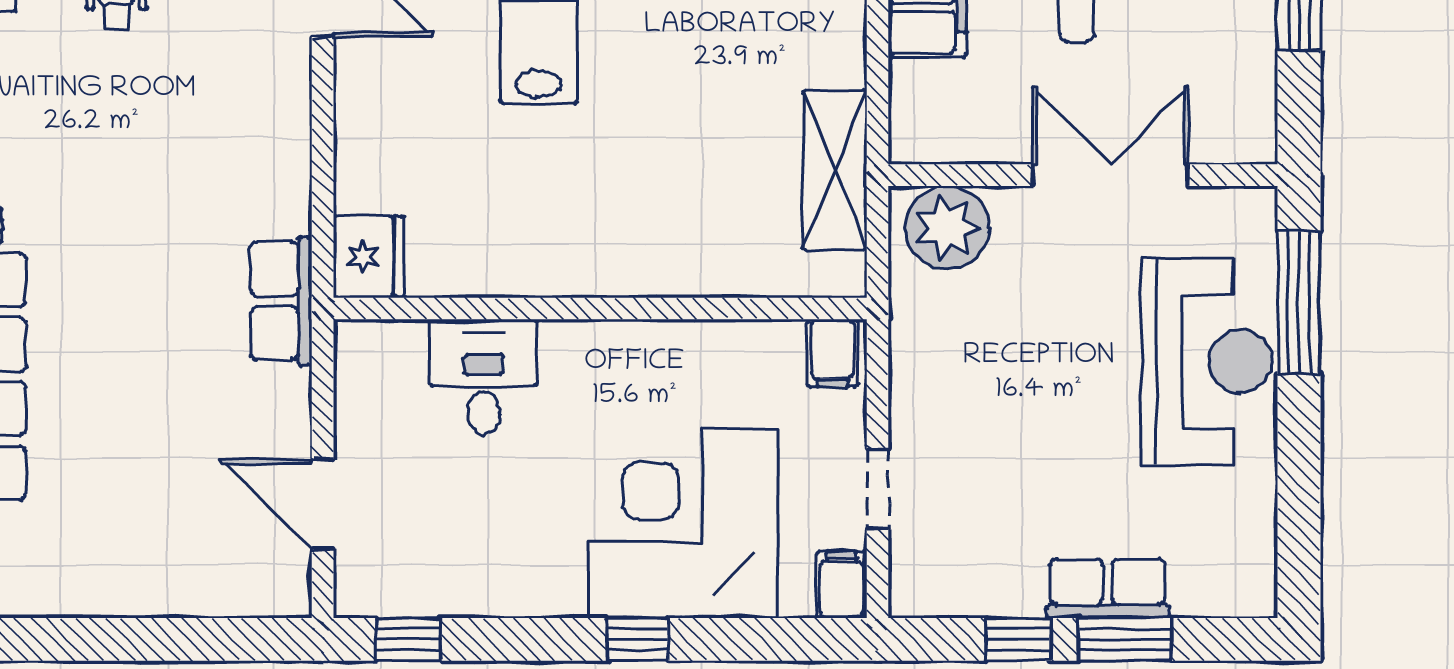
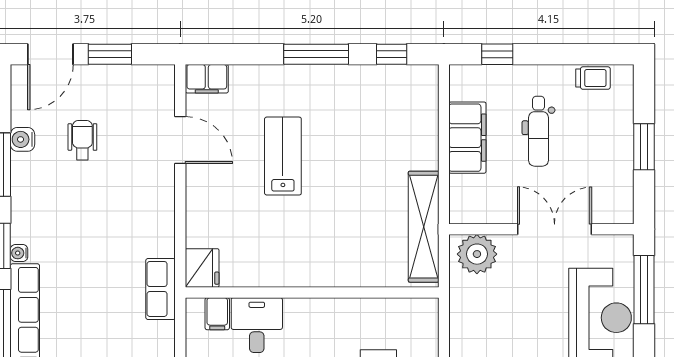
shelving: (835, 170) -> (424, 227), width x1.47
filing cabinet: (833, 353) -> (217, 314), moved

